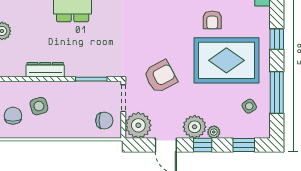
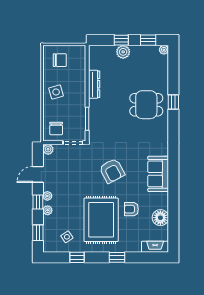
armchair: (160, 77) -> (112, 171), moved
window: (277, 92) -> (77, 257), width x0.46
side table: (39, 106) -> (56, 92), moved
plant: (138, 125) -> (48, 149), width x0.53, depth x0.53
plant: (195, 127) -> (47, 196), width x0.53, depth x0.53

